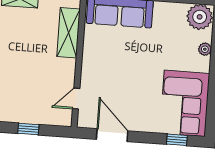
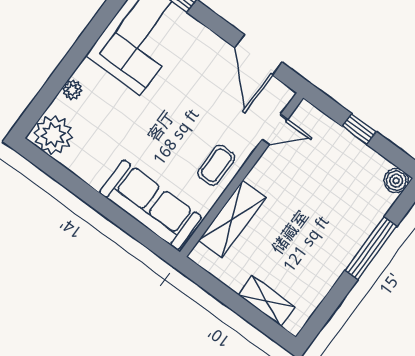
coffee table: (97, 58) -> (216, 165), added

